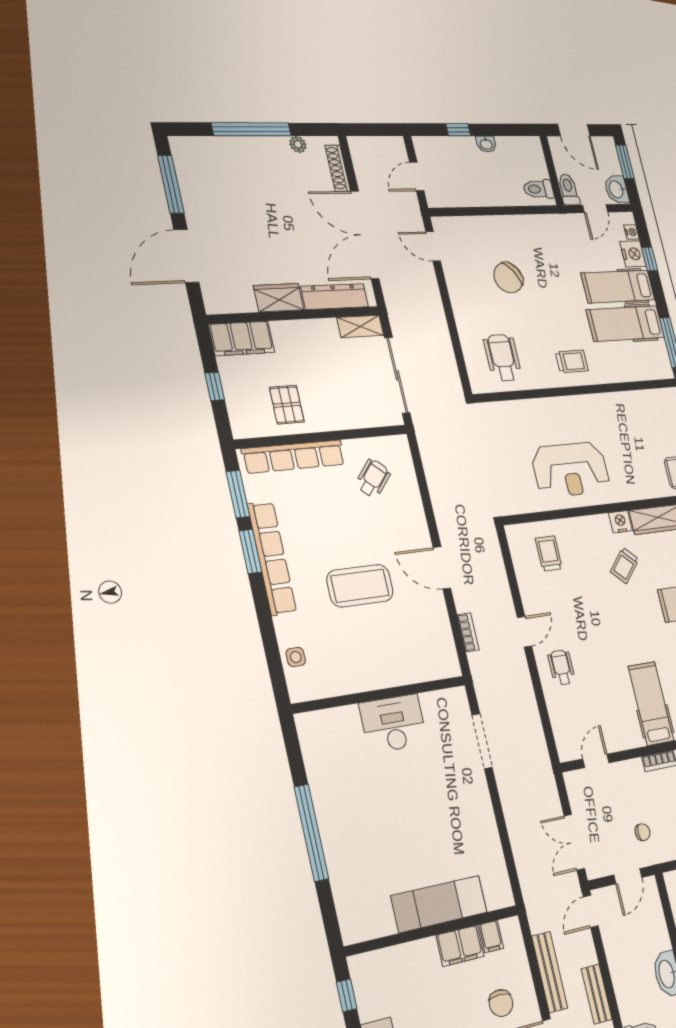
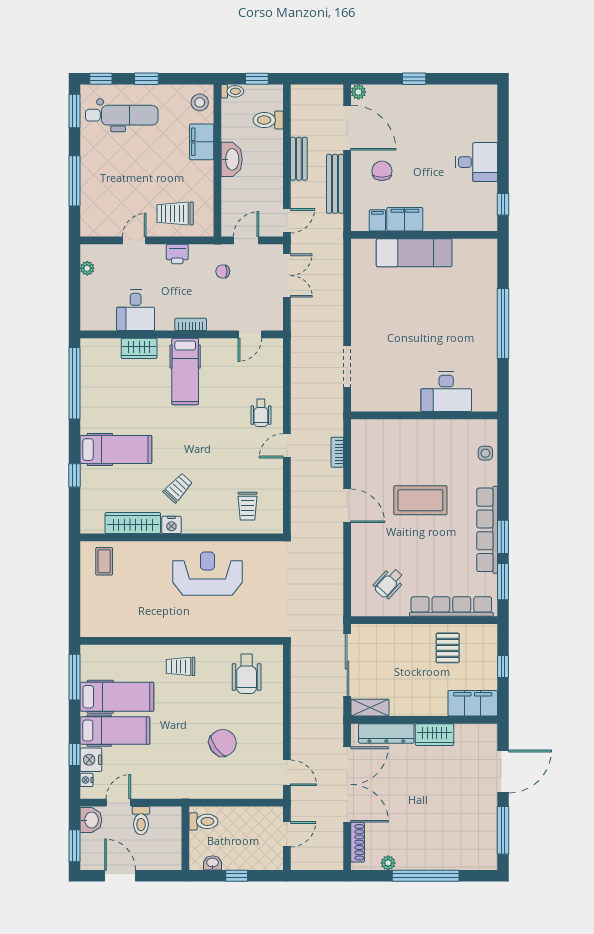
wall: (552, 171) -> (185, 838), moved
toilet: (538, 189) -> (203, 821), moved
desk: (393, 724) -> (446, 392), moved

